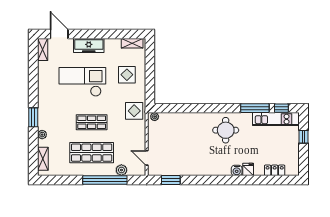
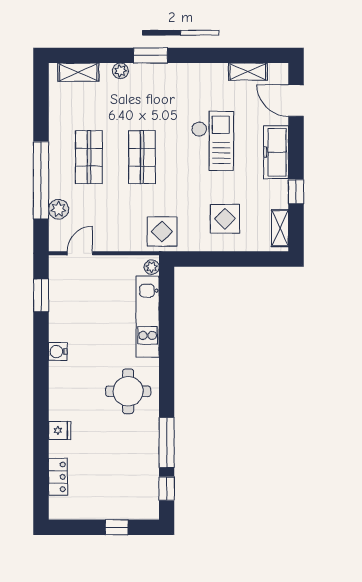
door: (59, 34) -> (296, 101), swing flipped
window: (111, 34) -> (296, 192), added
shelving: (43, 49) -> (248, 72), moved
checkout: (82, 82) -> (213, 141), width x0.73, depth x0.83
kitchen unit: (276, 119) -> (148, 317), moved
shop shelf: (92, 153) -> (89, 157), width x0.70, depth x0.74
water cooler: (237, 170) -> (58, 352), moved

